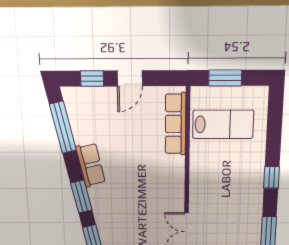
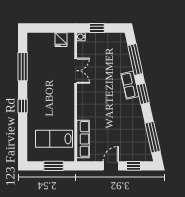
row of seats: (91, 165) -> (130, 85), moved

